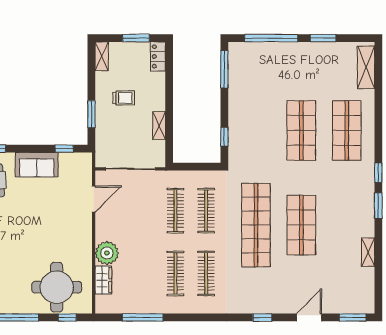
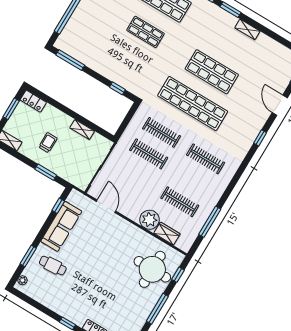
shop shelf: (301, 131) -> (145, 32), width x0.70, depth x0.74
sofa: (37, 165) -> (61, 226), width x1.36
shelving: (368, 252) -> (247, 29), moved
clothes rail: (175, 273) -> (180, 202), moved

